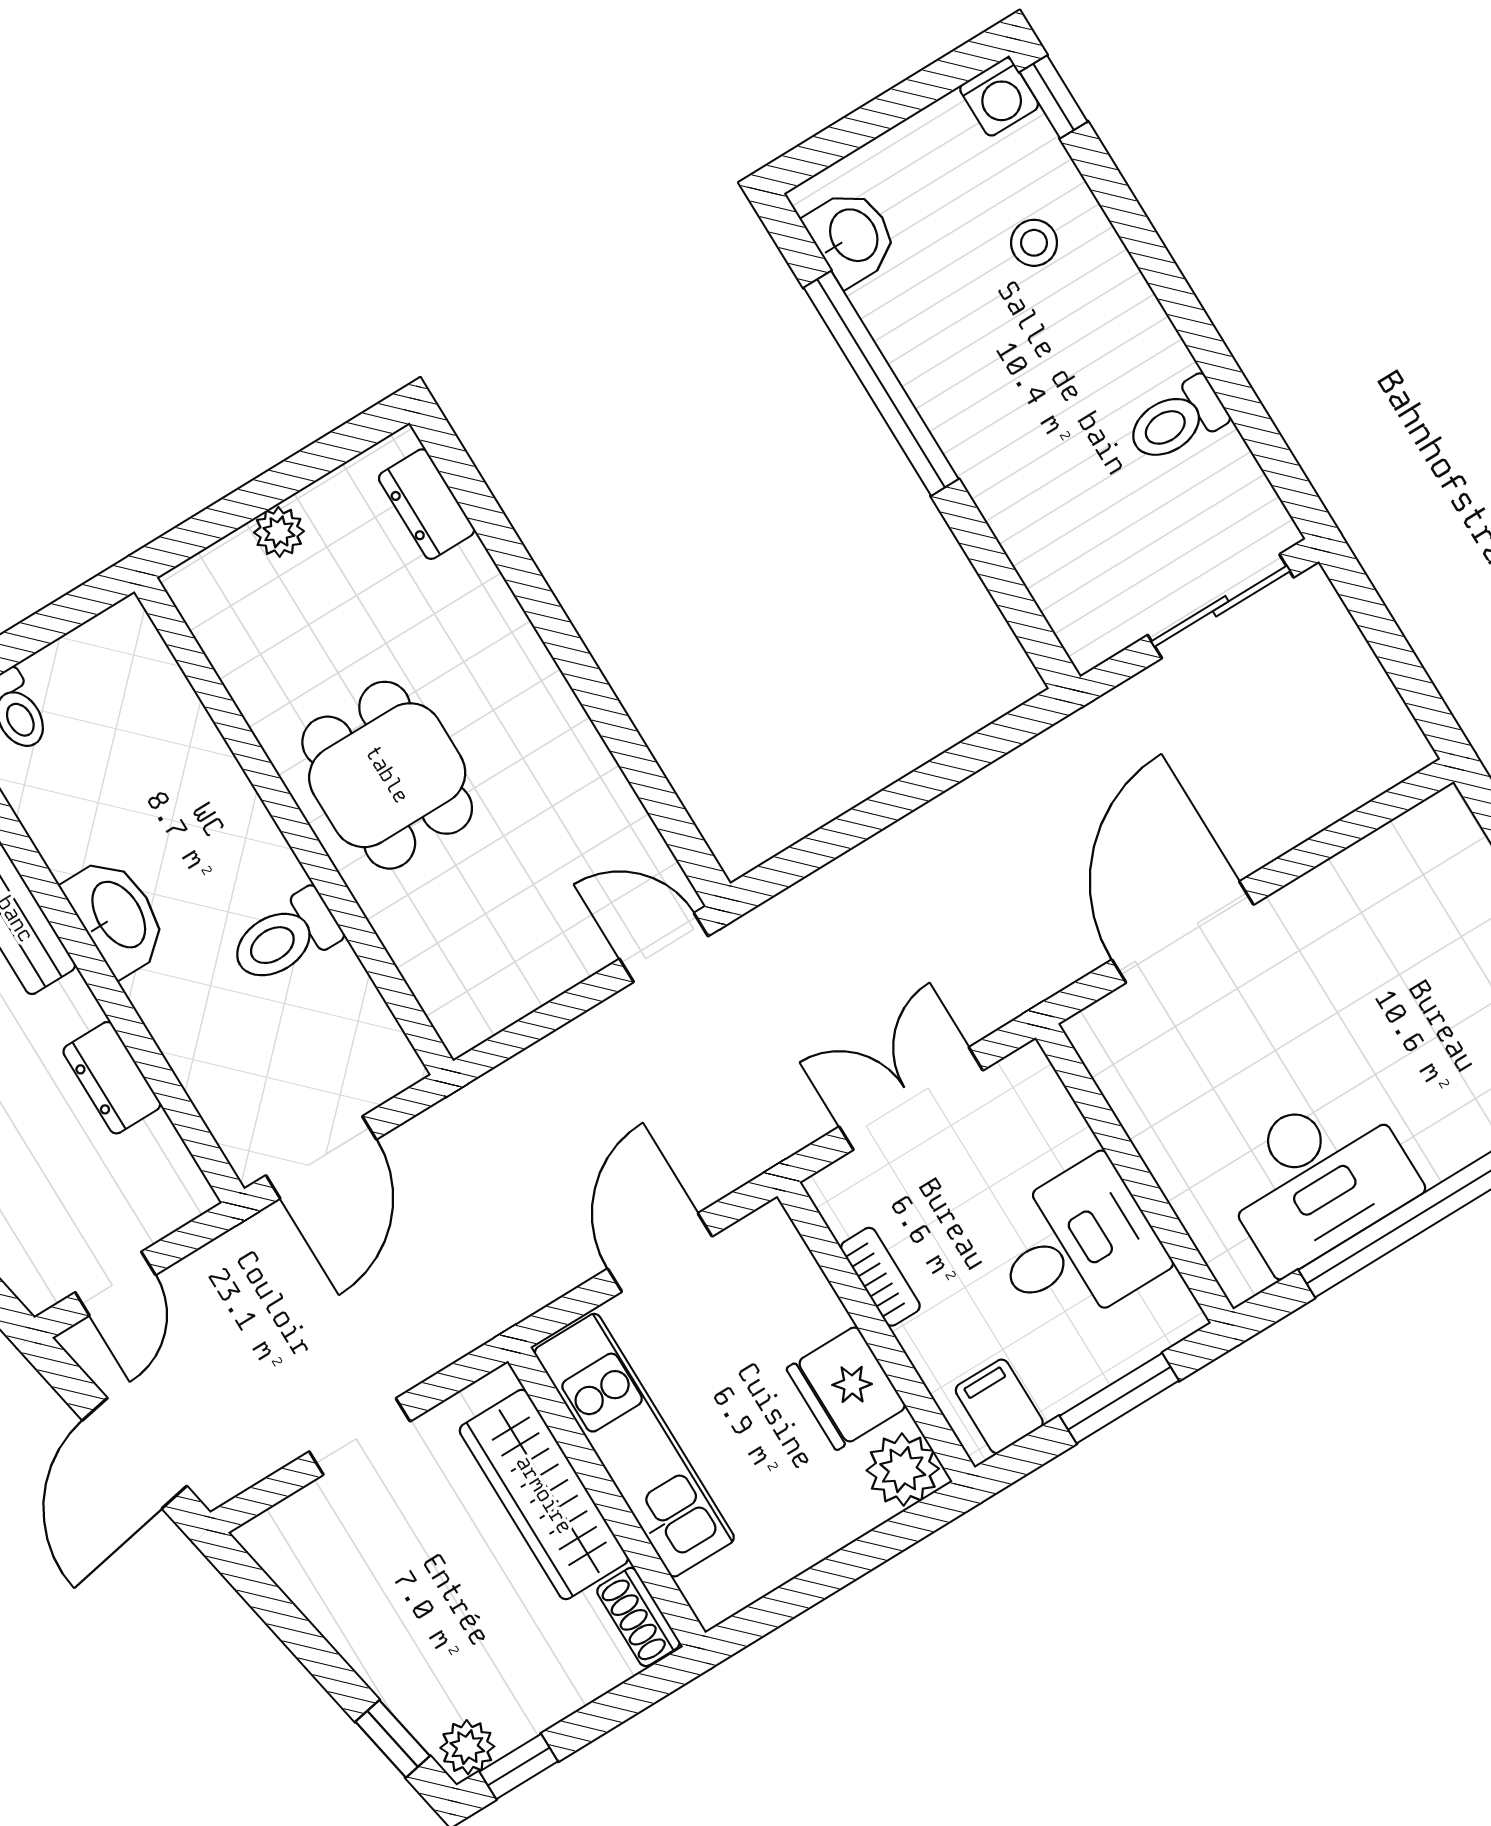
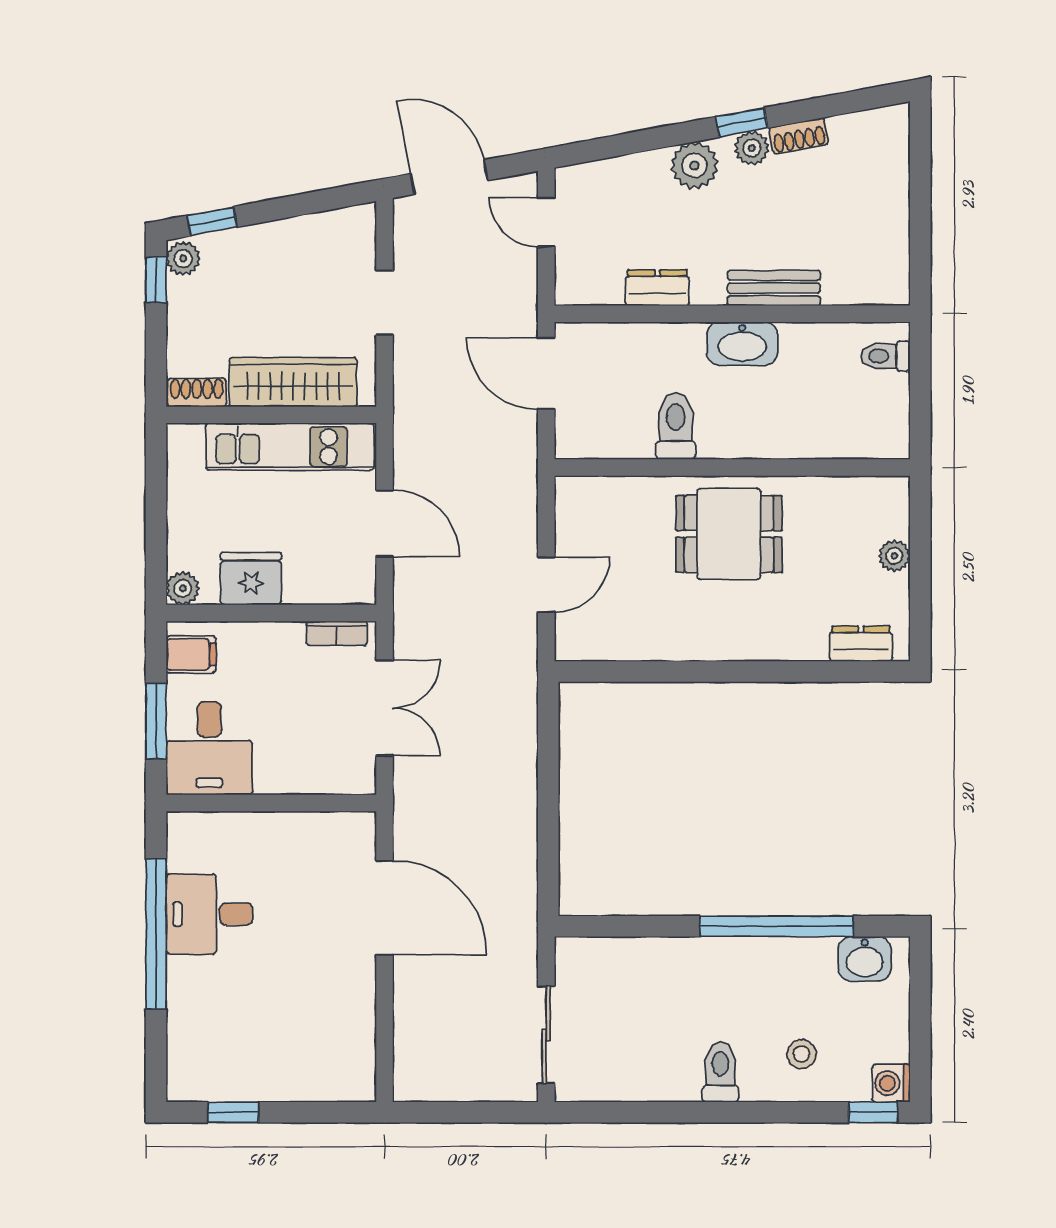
toilet: (1177, 420) -> (720, 1072), moved
door: (664, 947) -> (546, 585), moved
desk: (1317, 1177) -> (209, 914), width x0.73
desk: (1076, 1245) -> (209, 748), moved
bookcase: (880, 1277) -> (337, 633), moved
plant: (903, 1470) -> (183, 588), width x0.73, depth x0.73

